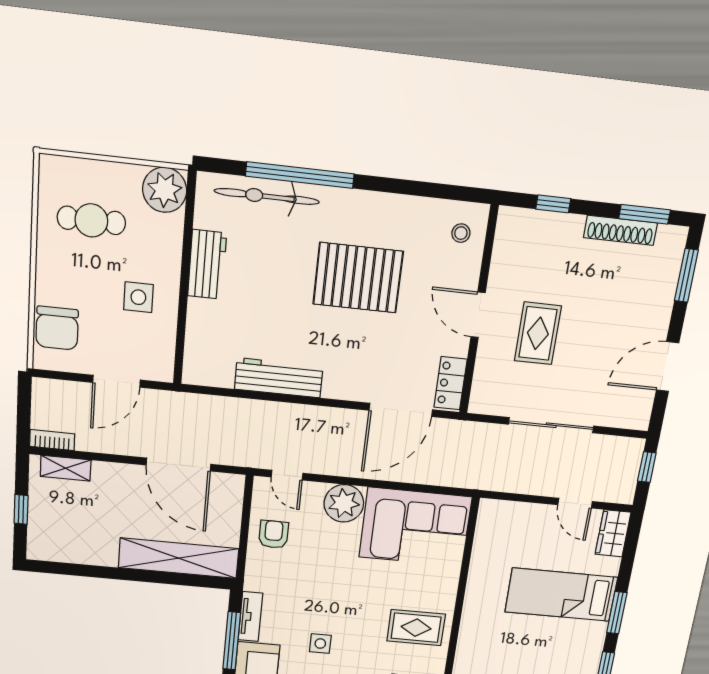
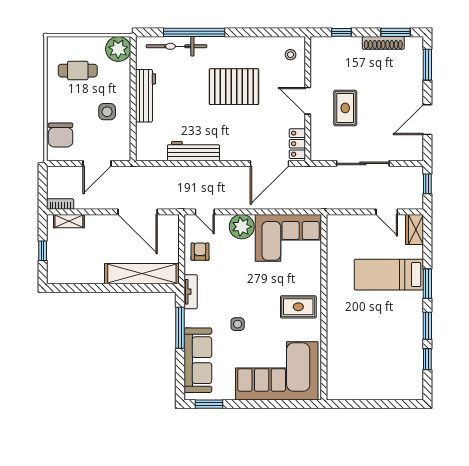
workbench: (207, 265) -> (146, 96), width x1.38
tv unit: (250, 617) -> (191, 292), moved

